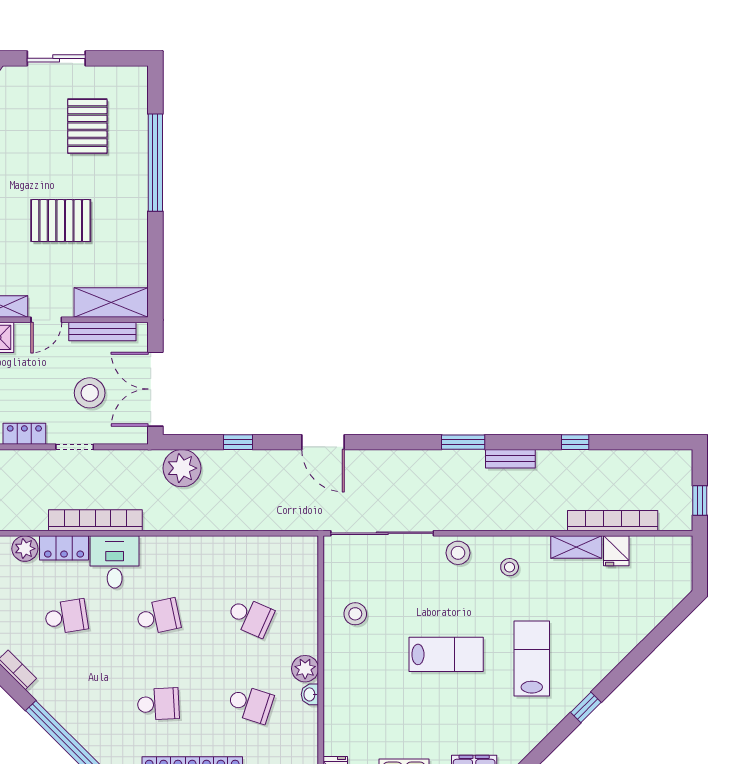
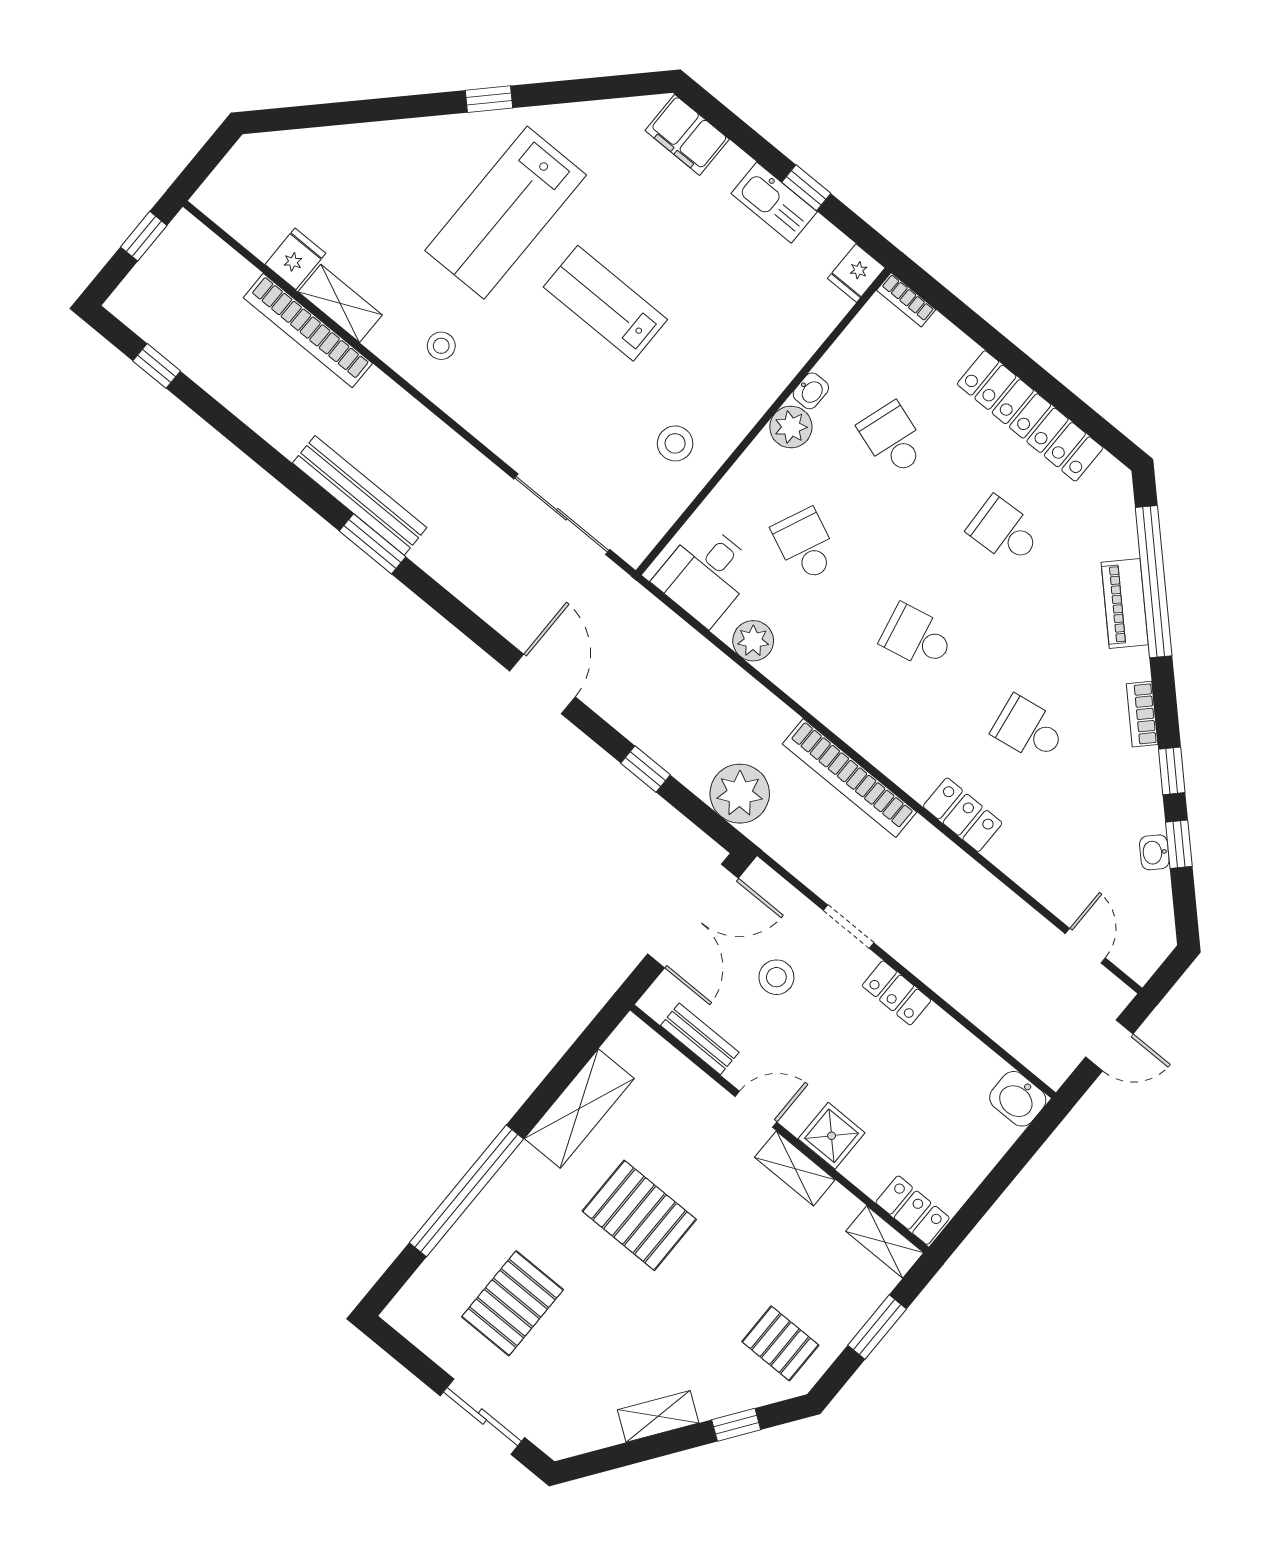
shelving: (111, 303) -> (579, 1108), moved, turned 90
bench: (102, 332) -> (700, 1039), width x0.73
stool: (90, 393) -> (776, 977), width x0.73, depth x0.73
window: (575, 442) -> (157, 366), moved
bench: (510, 459) -> (360, 495), width x1.86, depth x1.21
bookcase: (95, 520) -> (850, 778), moved
bookcase: (613, 521) -> (308, 331), moved
sliding door: (382, 533) -> (562, 514), width x0.73
plant: (25, 549) -> (753, 641), moved
stool: (458, 553) -> (489, 415), removed
desk: (115, 562) -> (706, 574), moved
lab bench: (532, 658) -> (506, 213), width x1.36, depth x1.39
piano: (70, 717) -> (1125, 603), added

